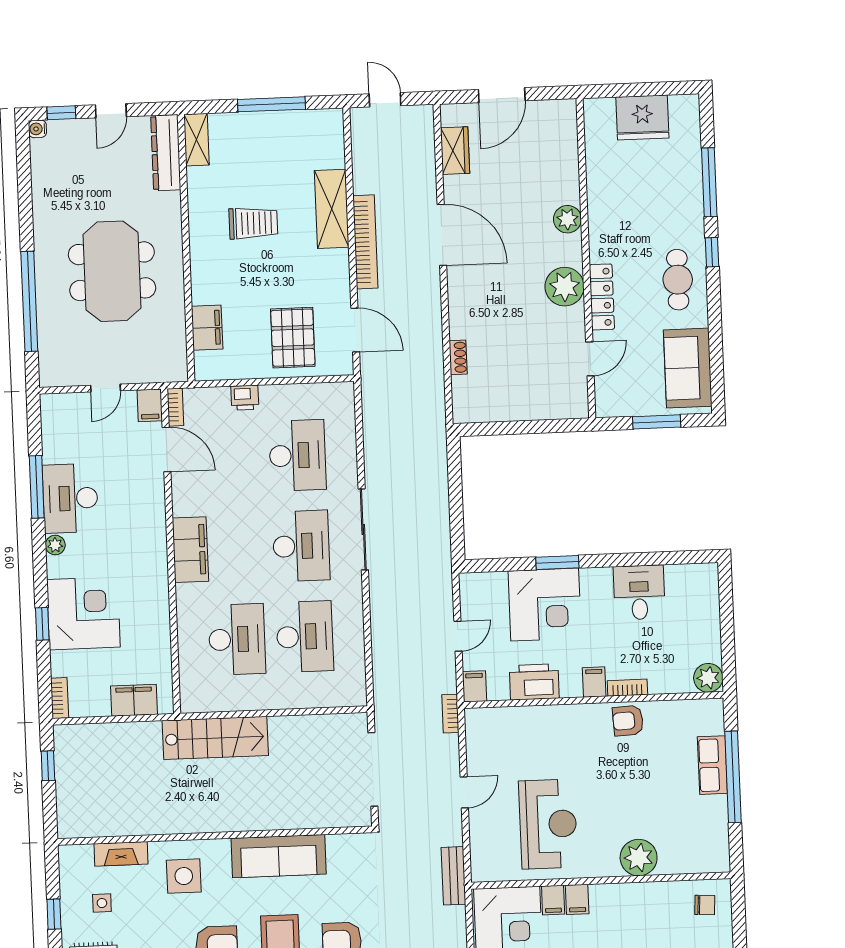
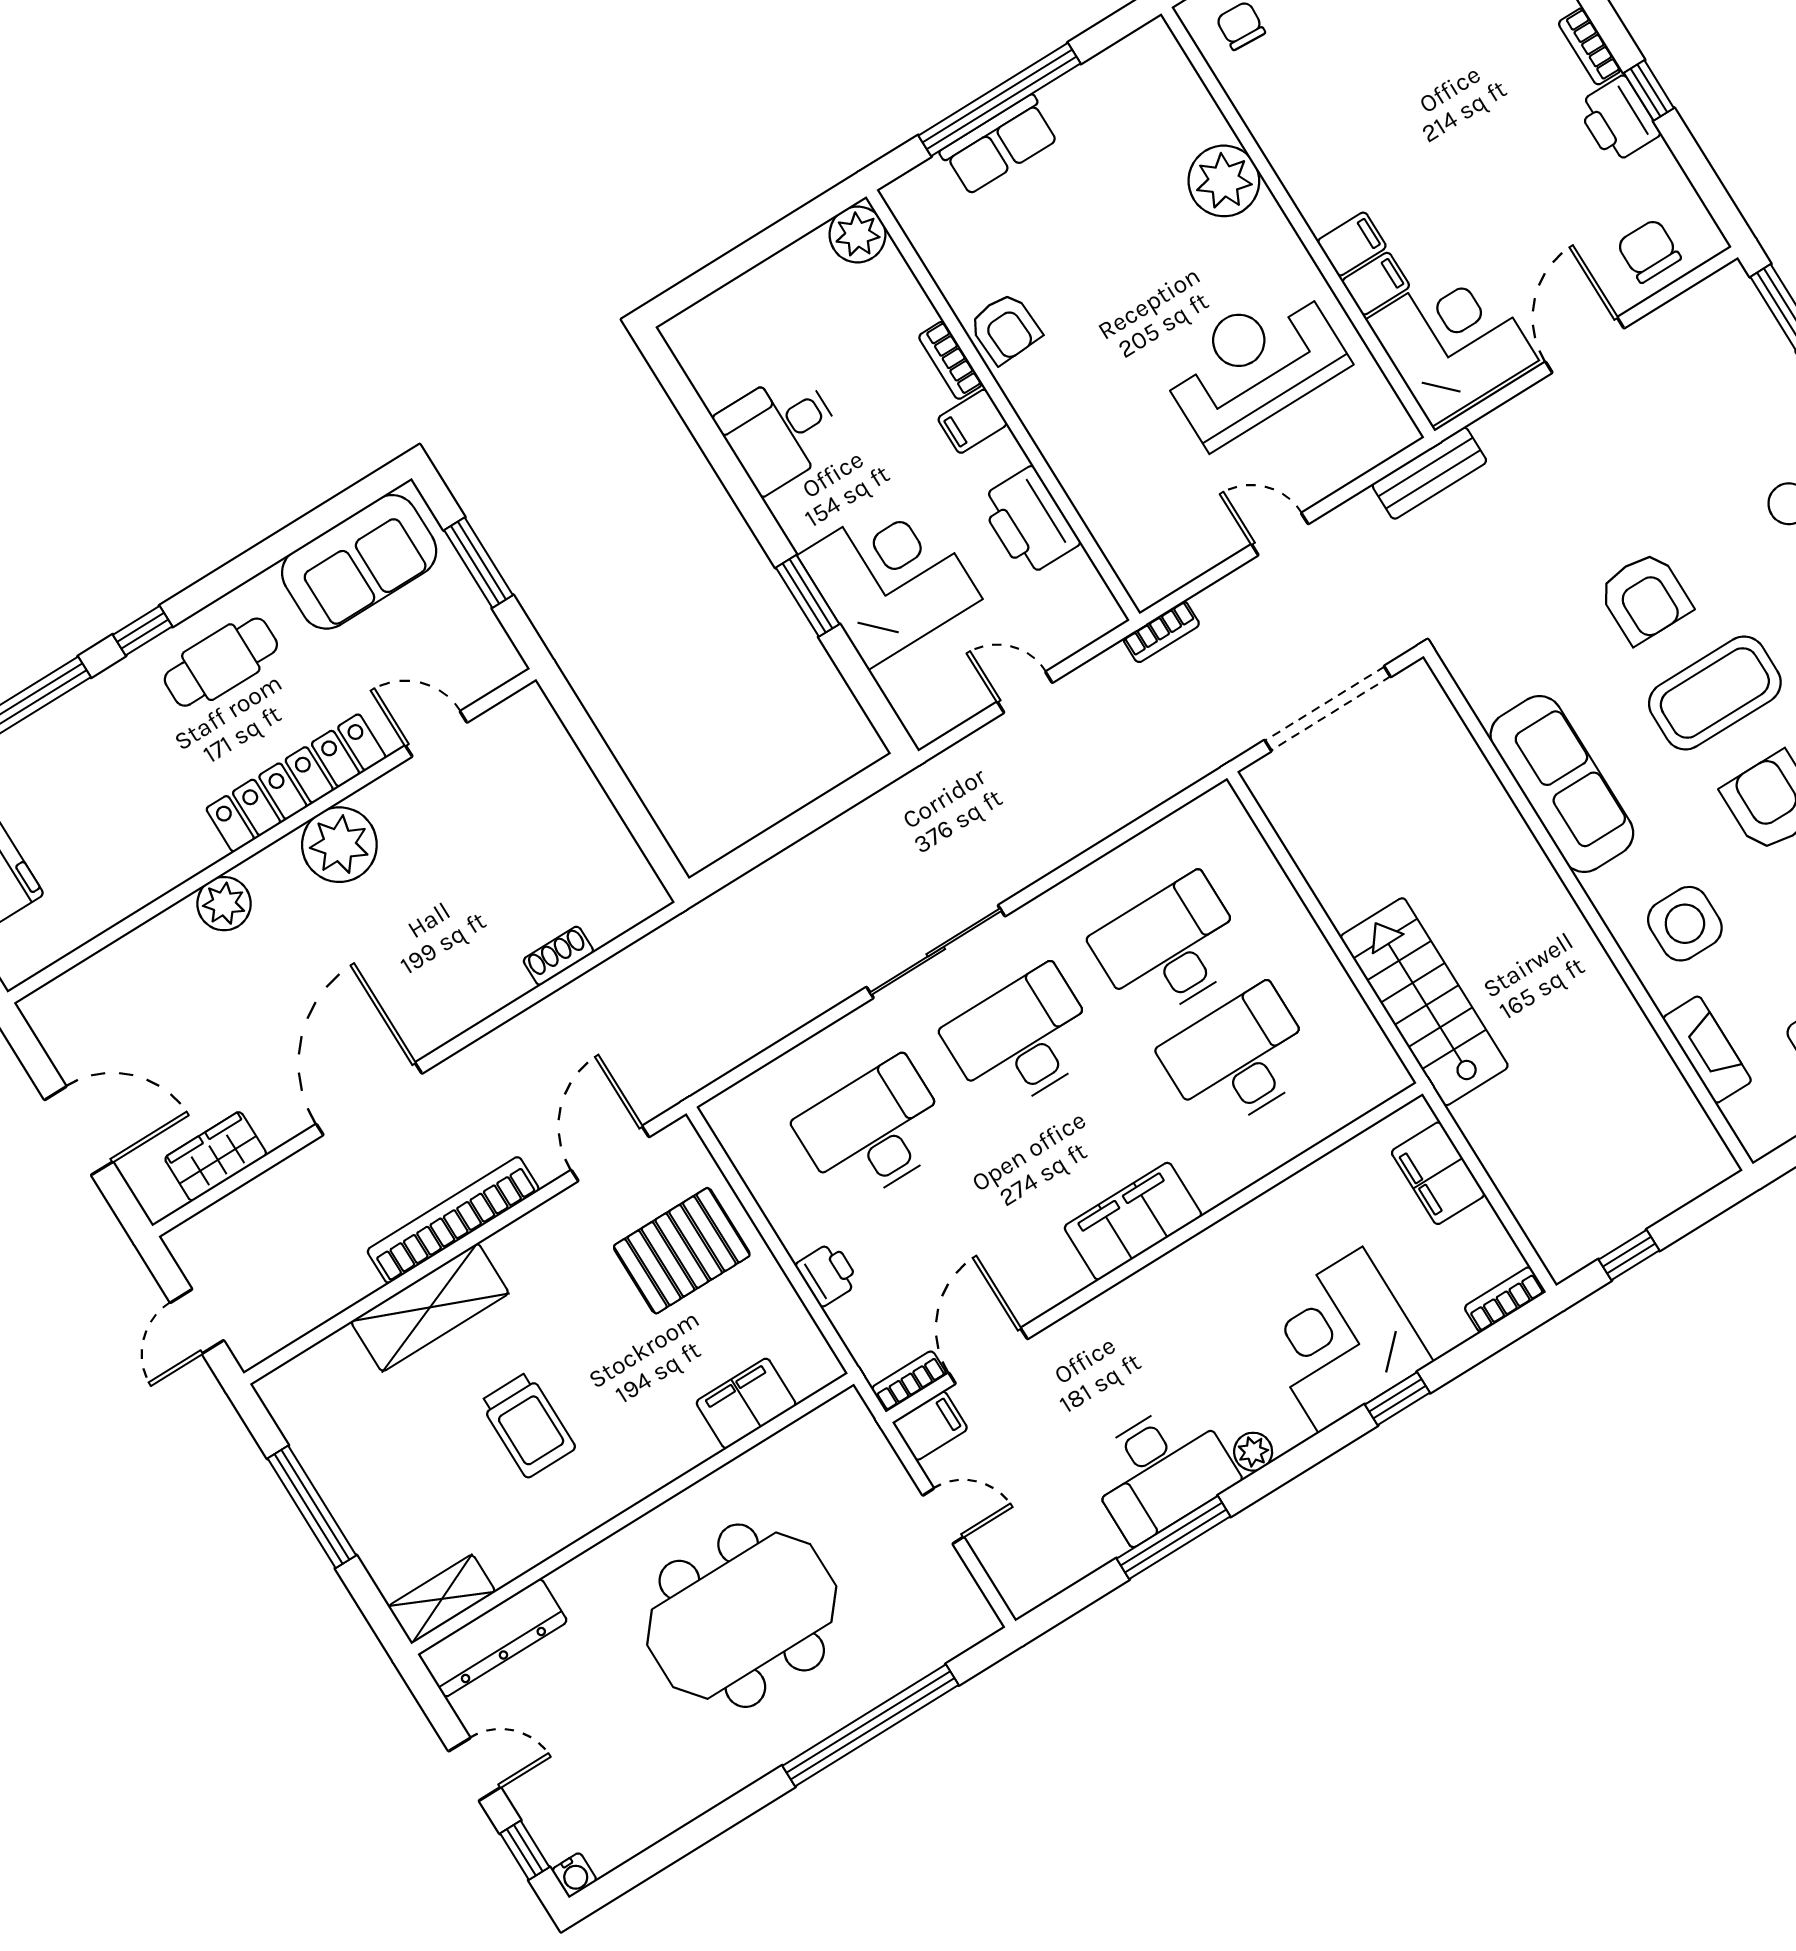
trolley: (253, 223) -> (528, 1425), turned 180
locker: (602, 297) -> (296, 783), width x1.41, depth x1.21
filing cabinet: (474, 686) -> (1093, 617), removed

